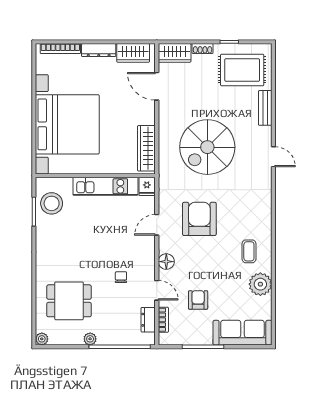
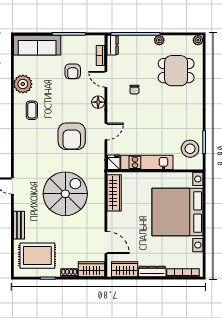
dresser: (148, 320) -> (113, 45), moved

